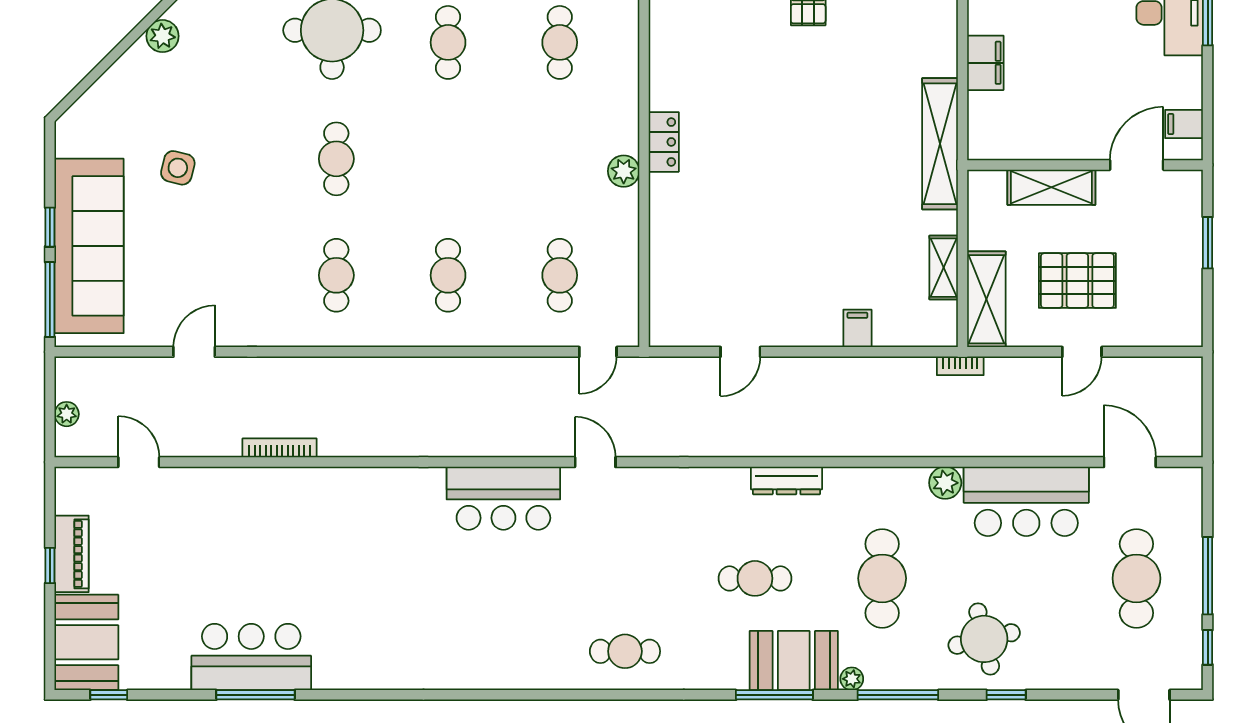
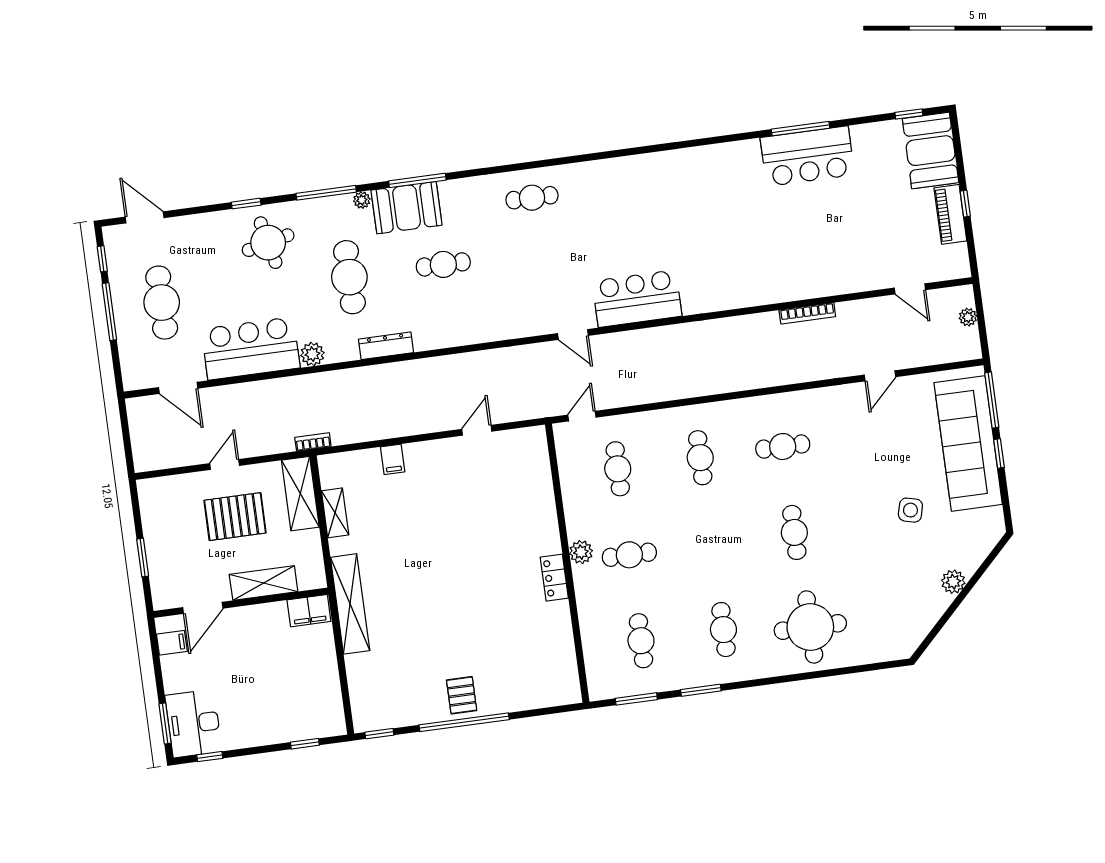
plant: (163, 36) -> (953, 582), moved
filing cabinet: (985, 63) -> (309, 611), moved, turned -90
cafe table: (560, 159) -> (629, 555), added
cafe table: (336, 275) -> (783, 447), turned 90
dresser: (787, 481) -> (386, 346), moved

